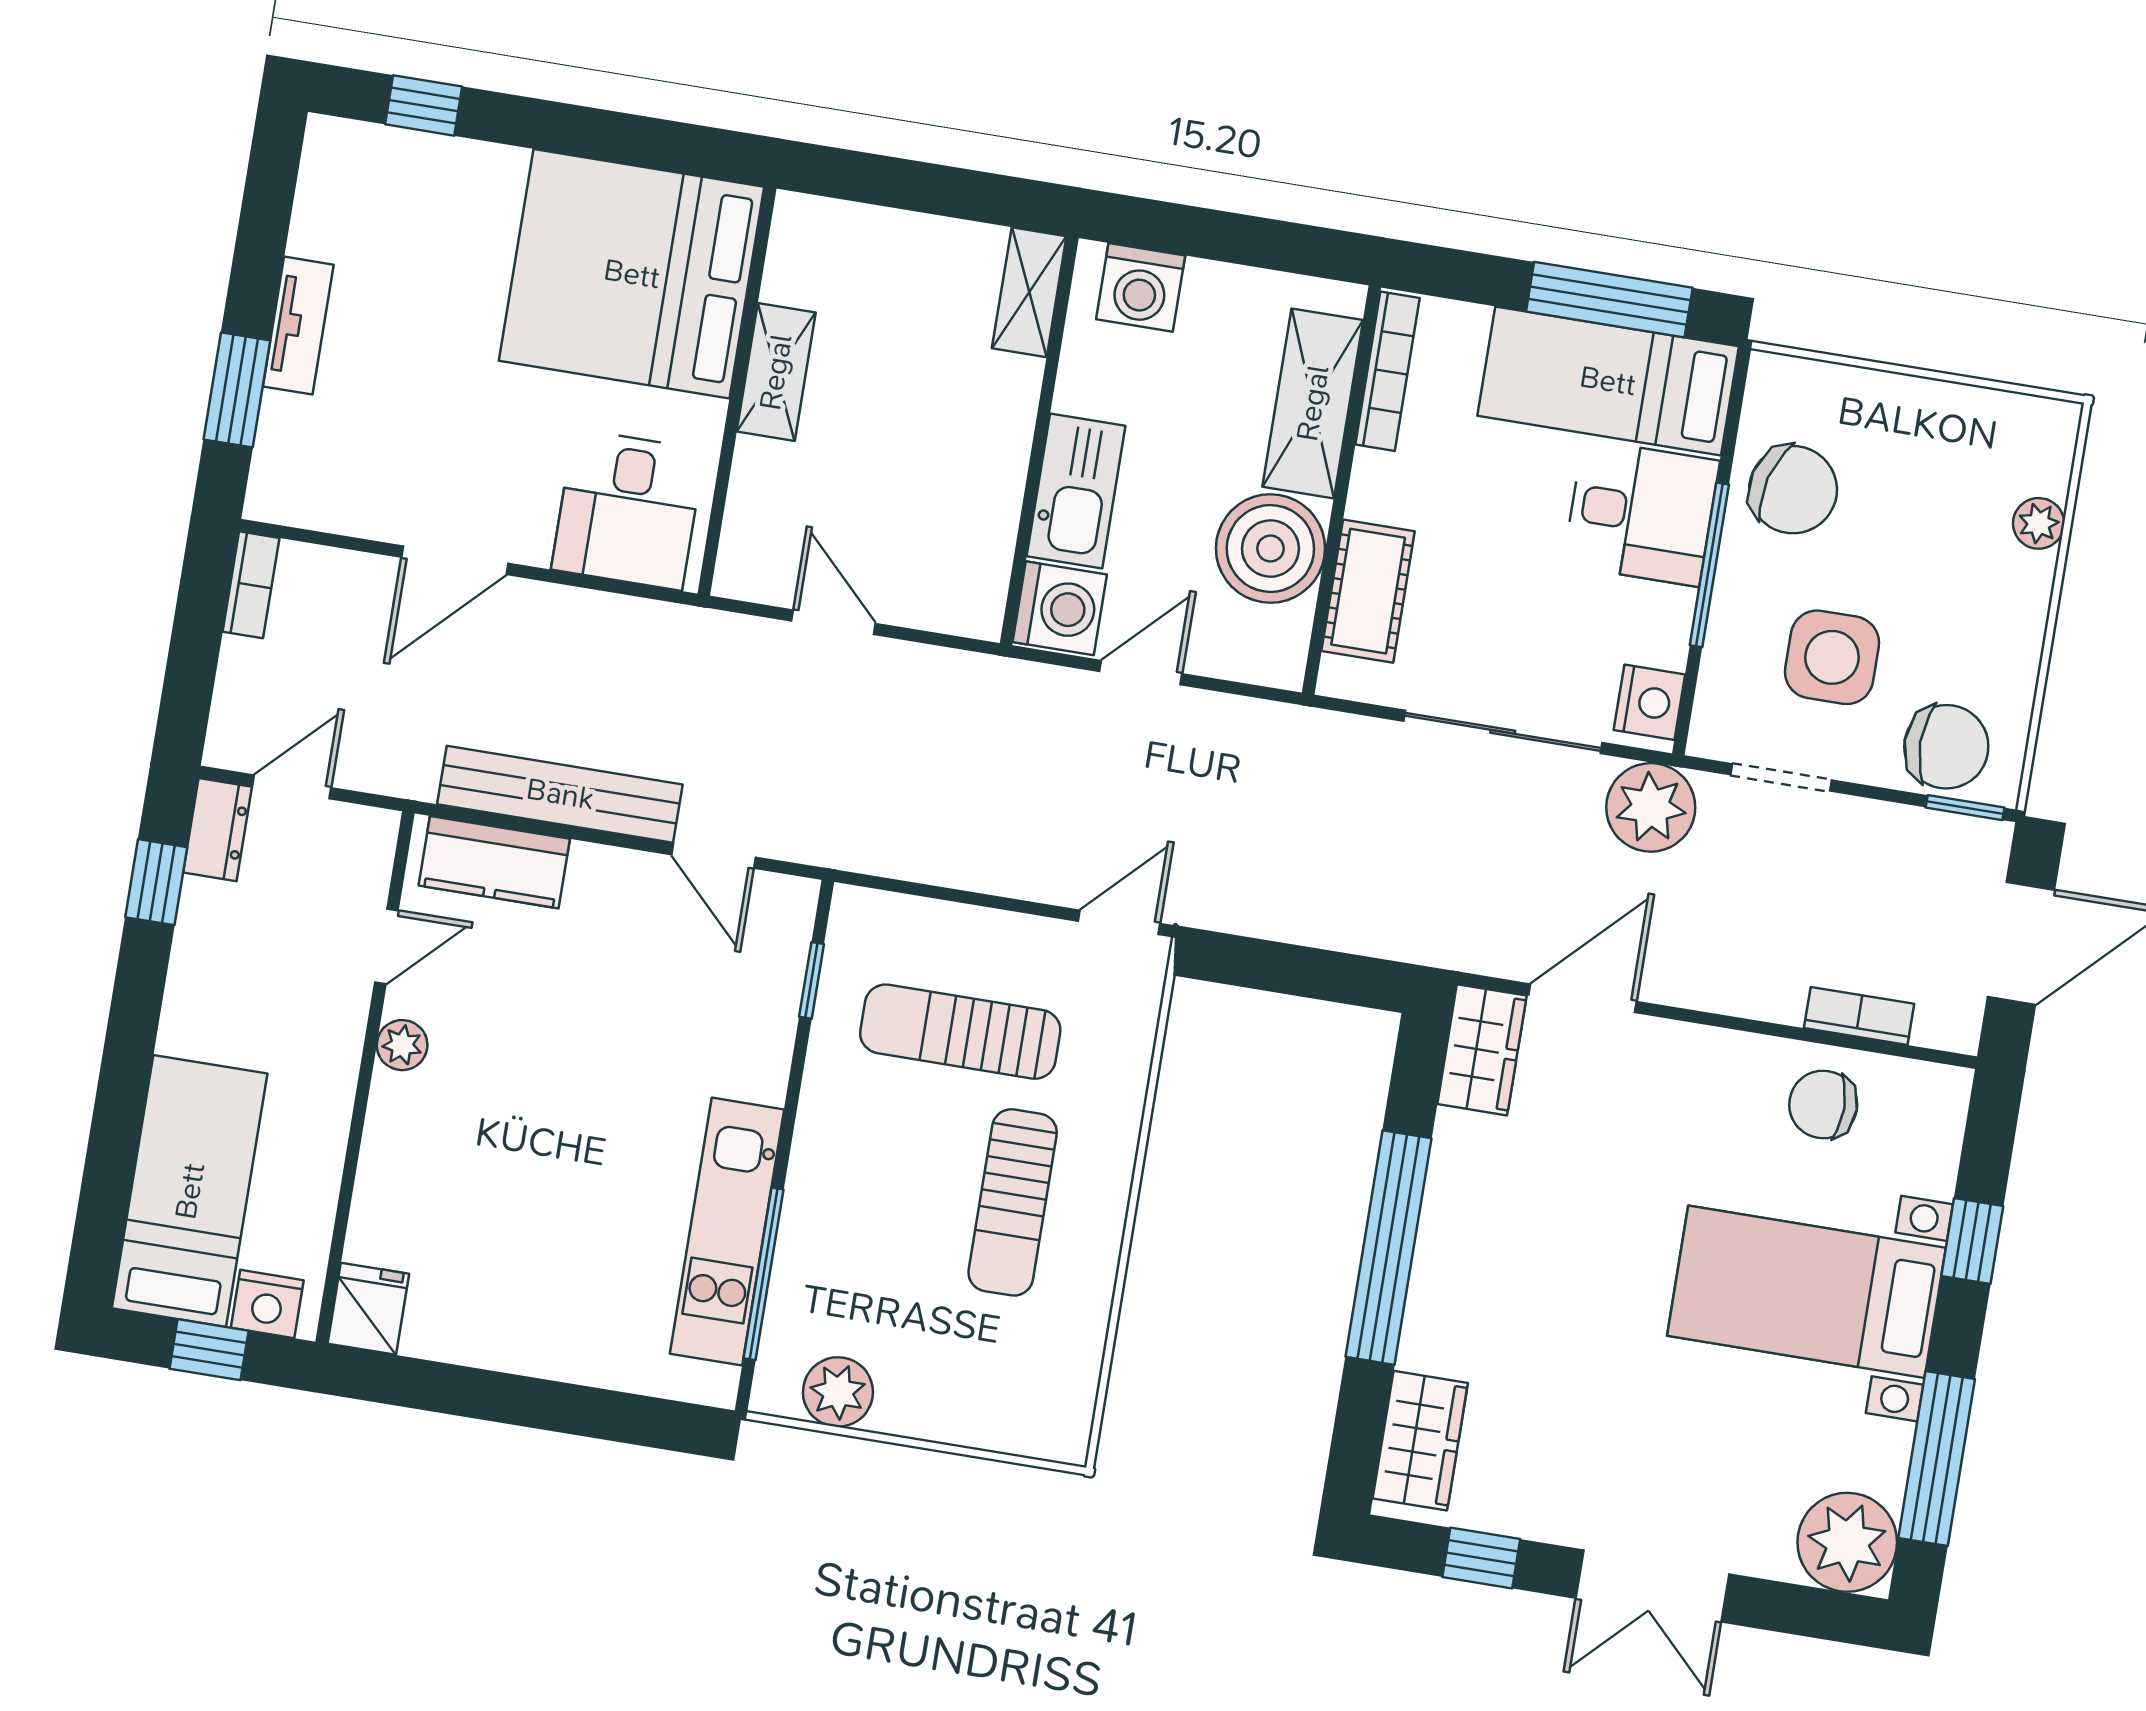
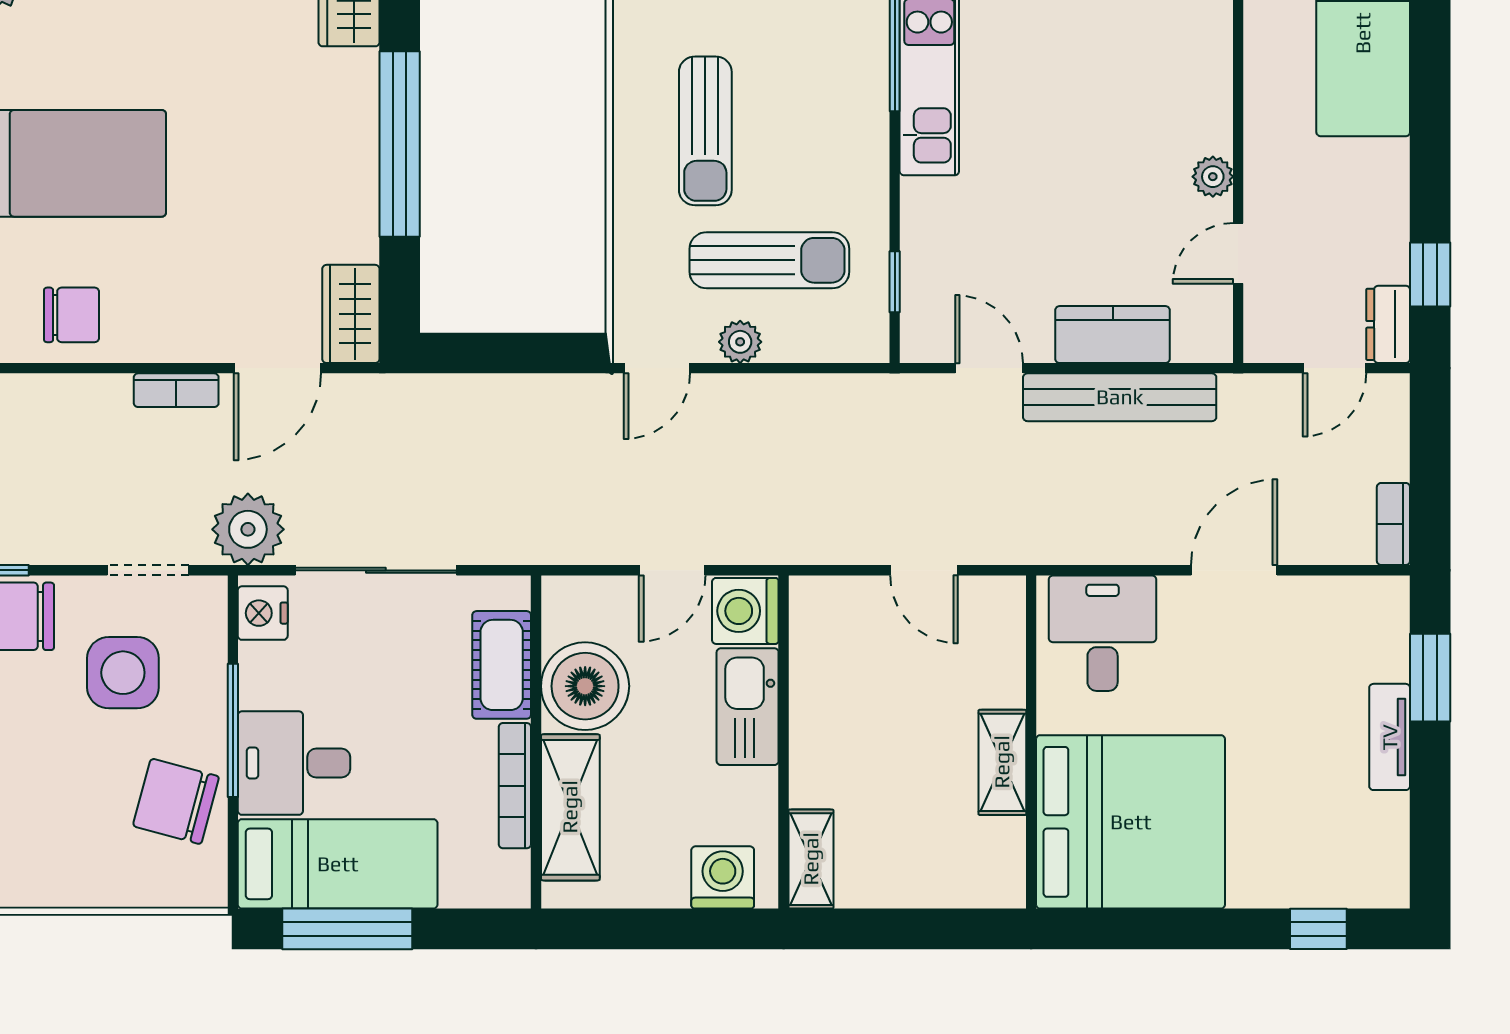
bookcase: (1387, 371) -> (515, 786), moved
kitchen counter: (494, 862) -> (1113, 335), moved
plant: (1012, 938) -> (740, 342), added
bookcase: (1859, 1016) -> (176, 390), moved
sun lounger: (1013, 1202) -> (705, 131), turned 180

